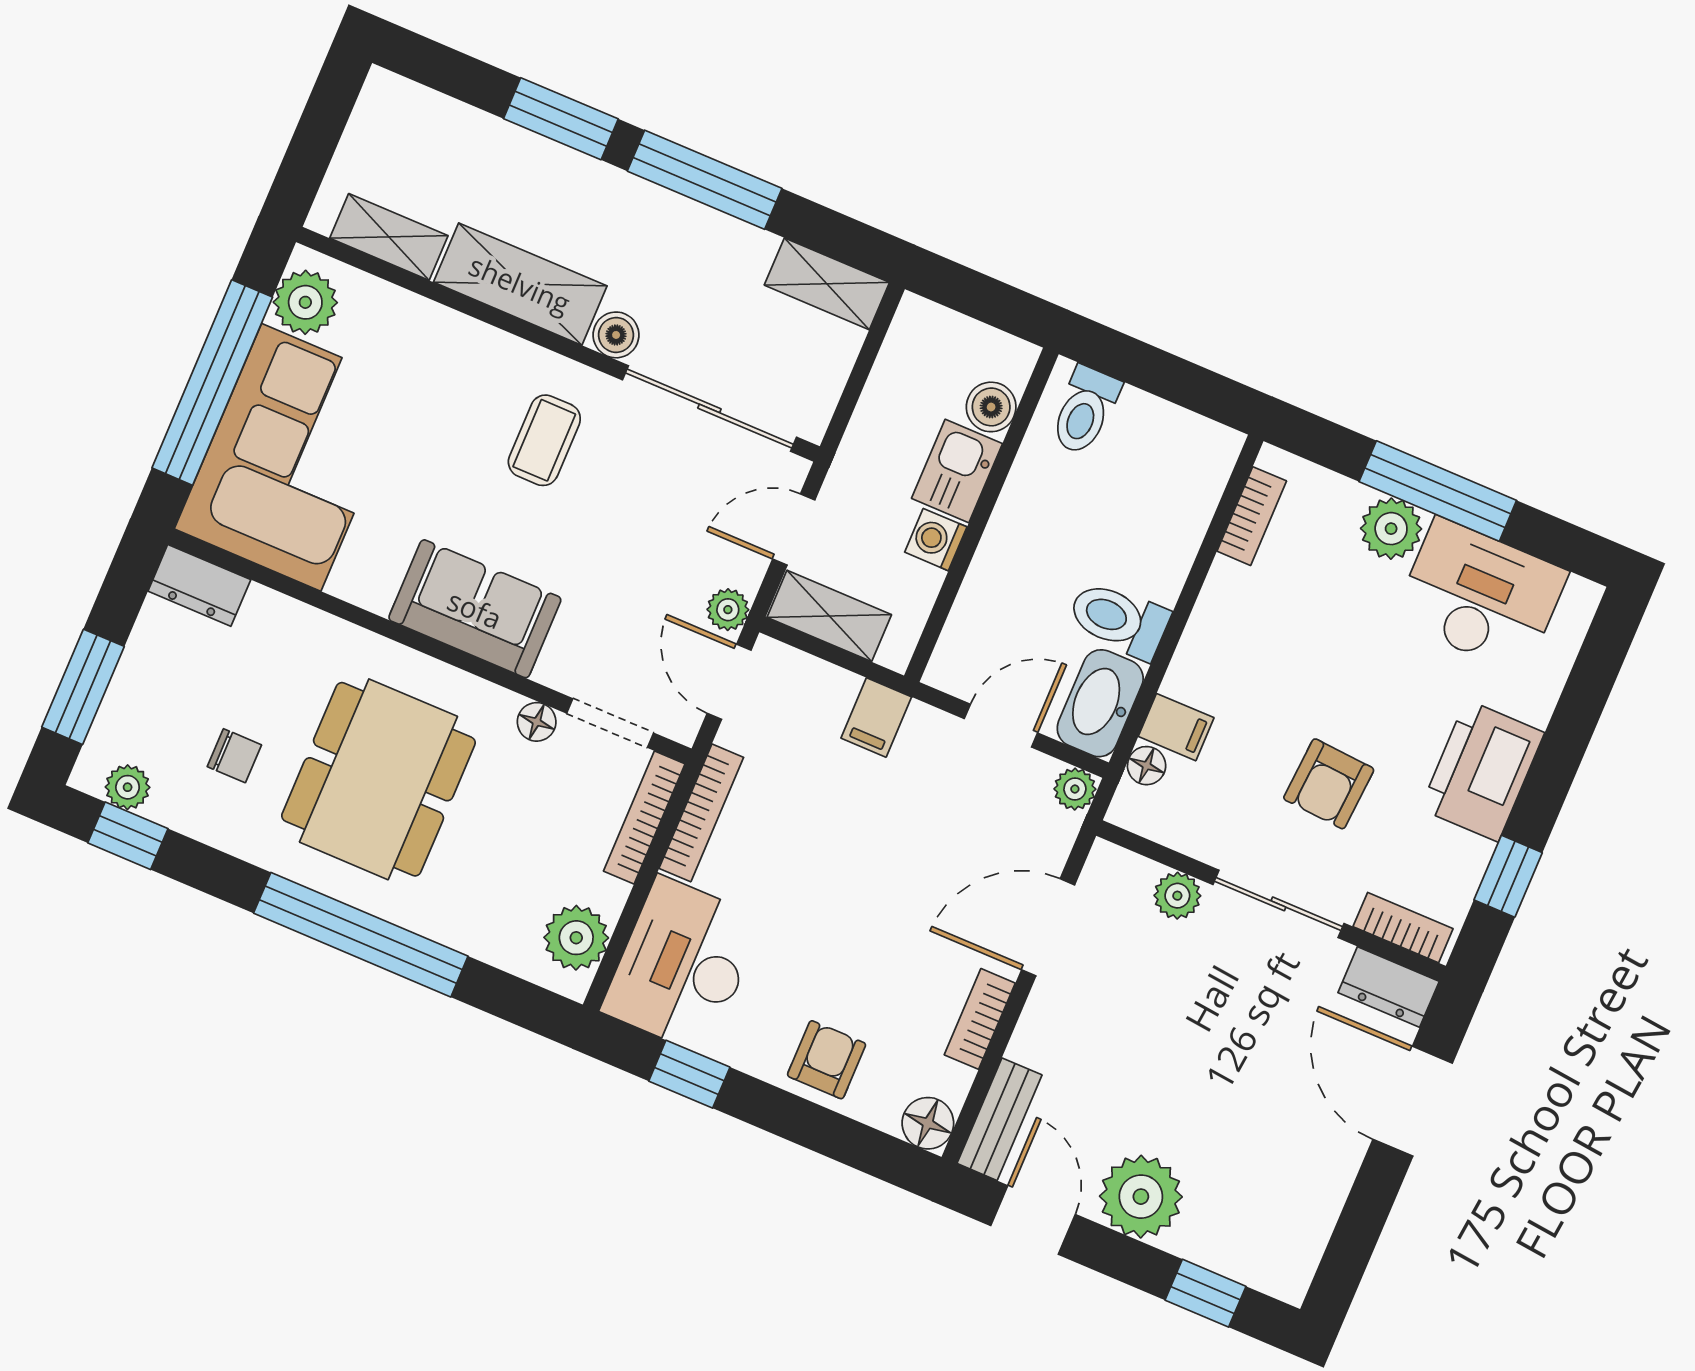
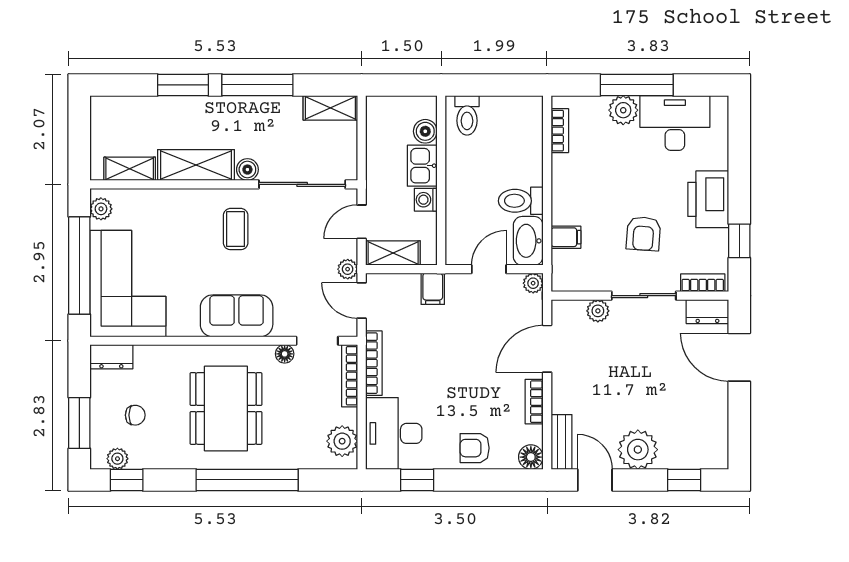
plant: (305, 302) -> (101, 209), width x0.73, depth x0.73
chair: (234, 756) -> (135, 415), moved
floor lamp: (1147, 766) -> (560, 260), removed
armchair: (827, 1060) -> (475, 448), turned -90

